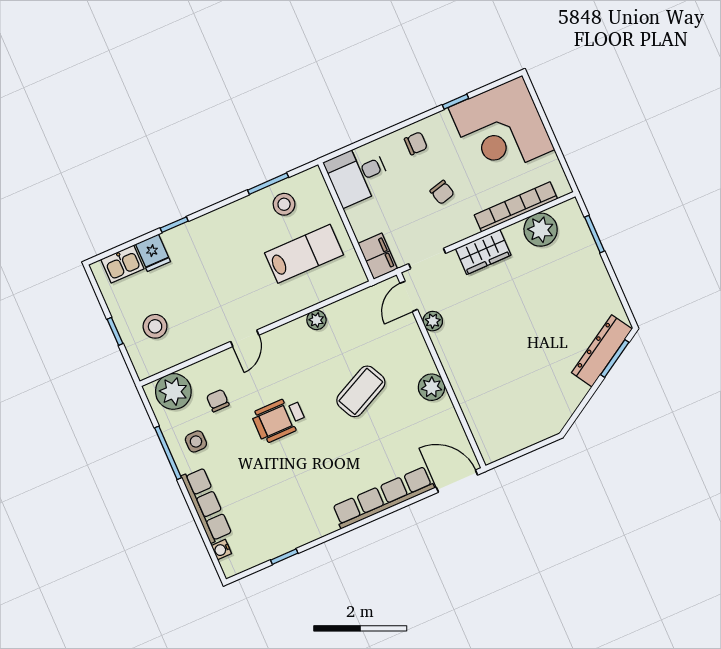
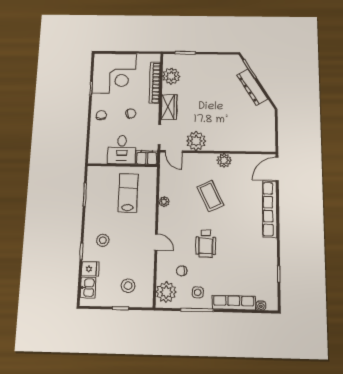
desk: (358, 175) -> (122, 150), moved
stool: (284, 204) -> (103, 240), moved
plant: (433, 321) -> (196, 141), width x1.88, depth x1.88
dresser: (602, 351) -> (252, 87), moved

